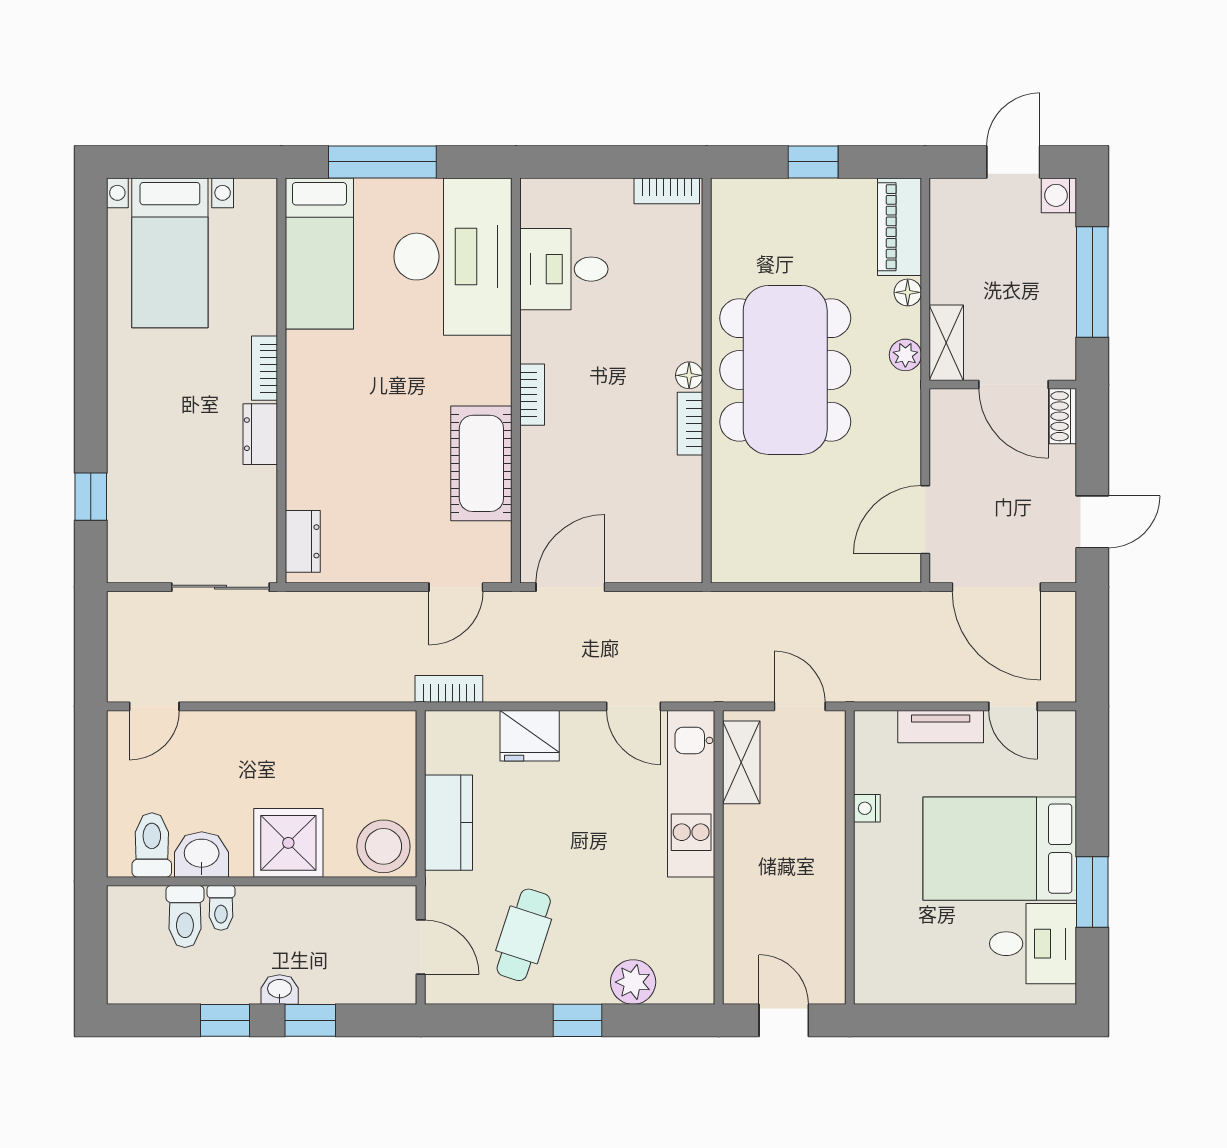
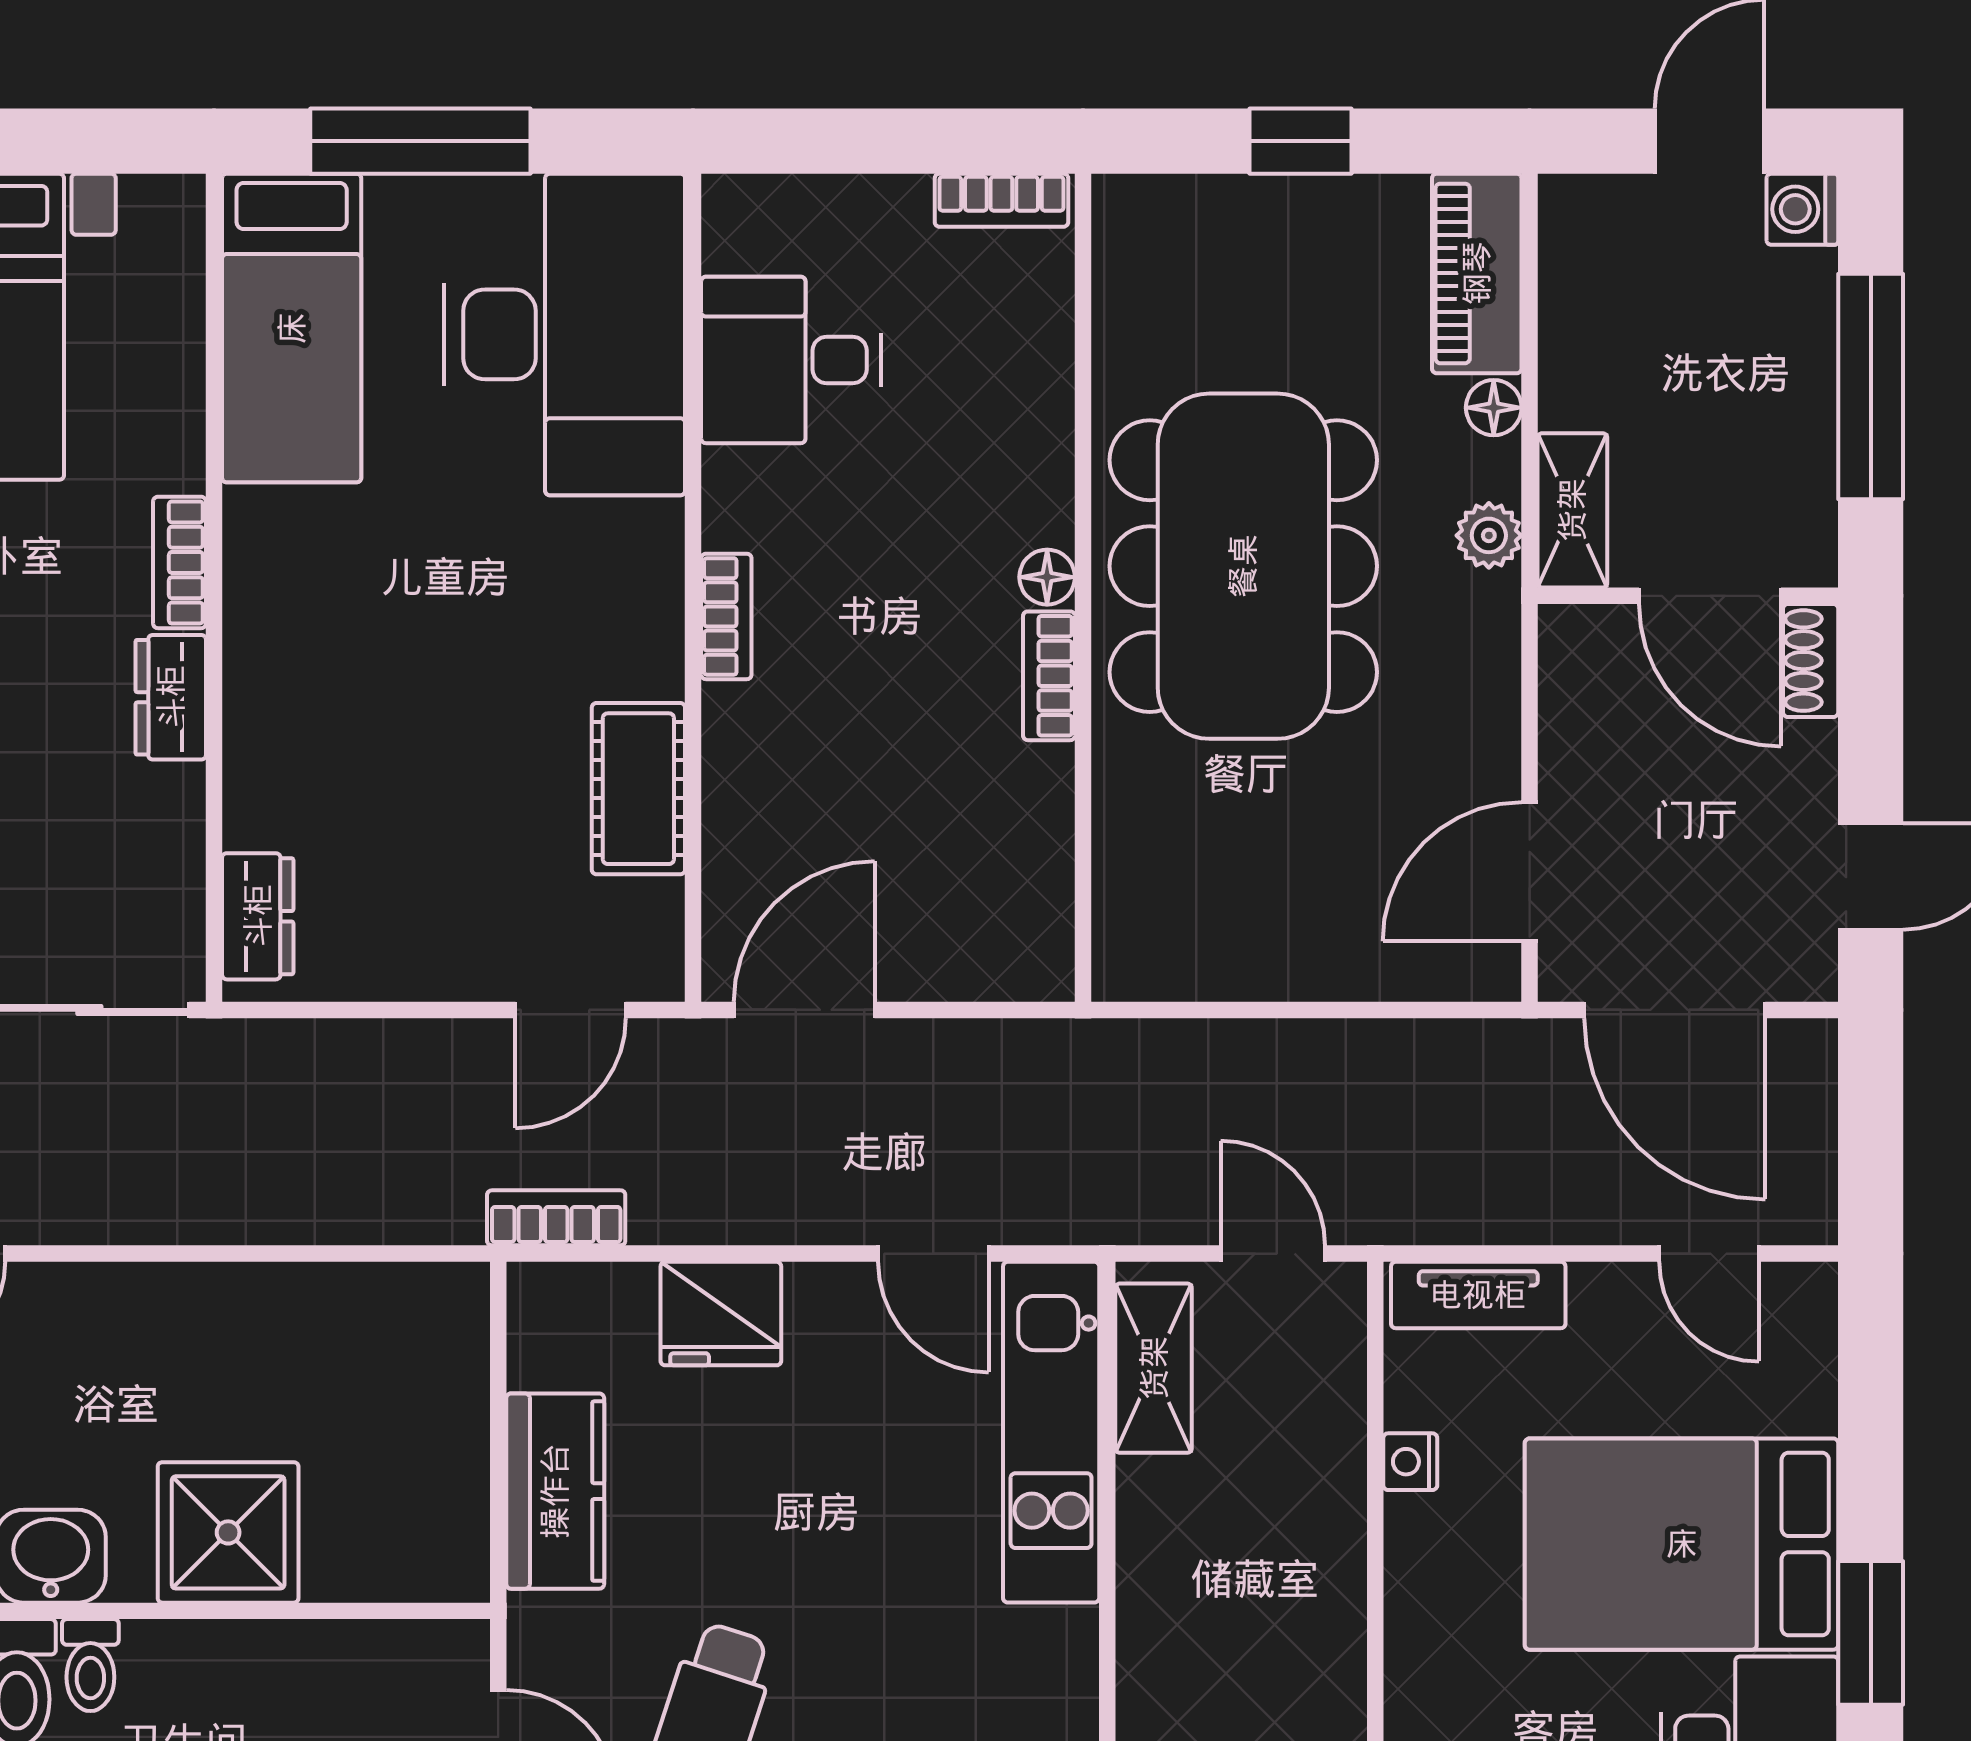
cot: (481, 463) -> (638, 789), width x0.73, depth x0.75
tv unit: (941, 727) -> (1478, 1295), moved
stool: (383, 846) -> (422, 1540), removed

